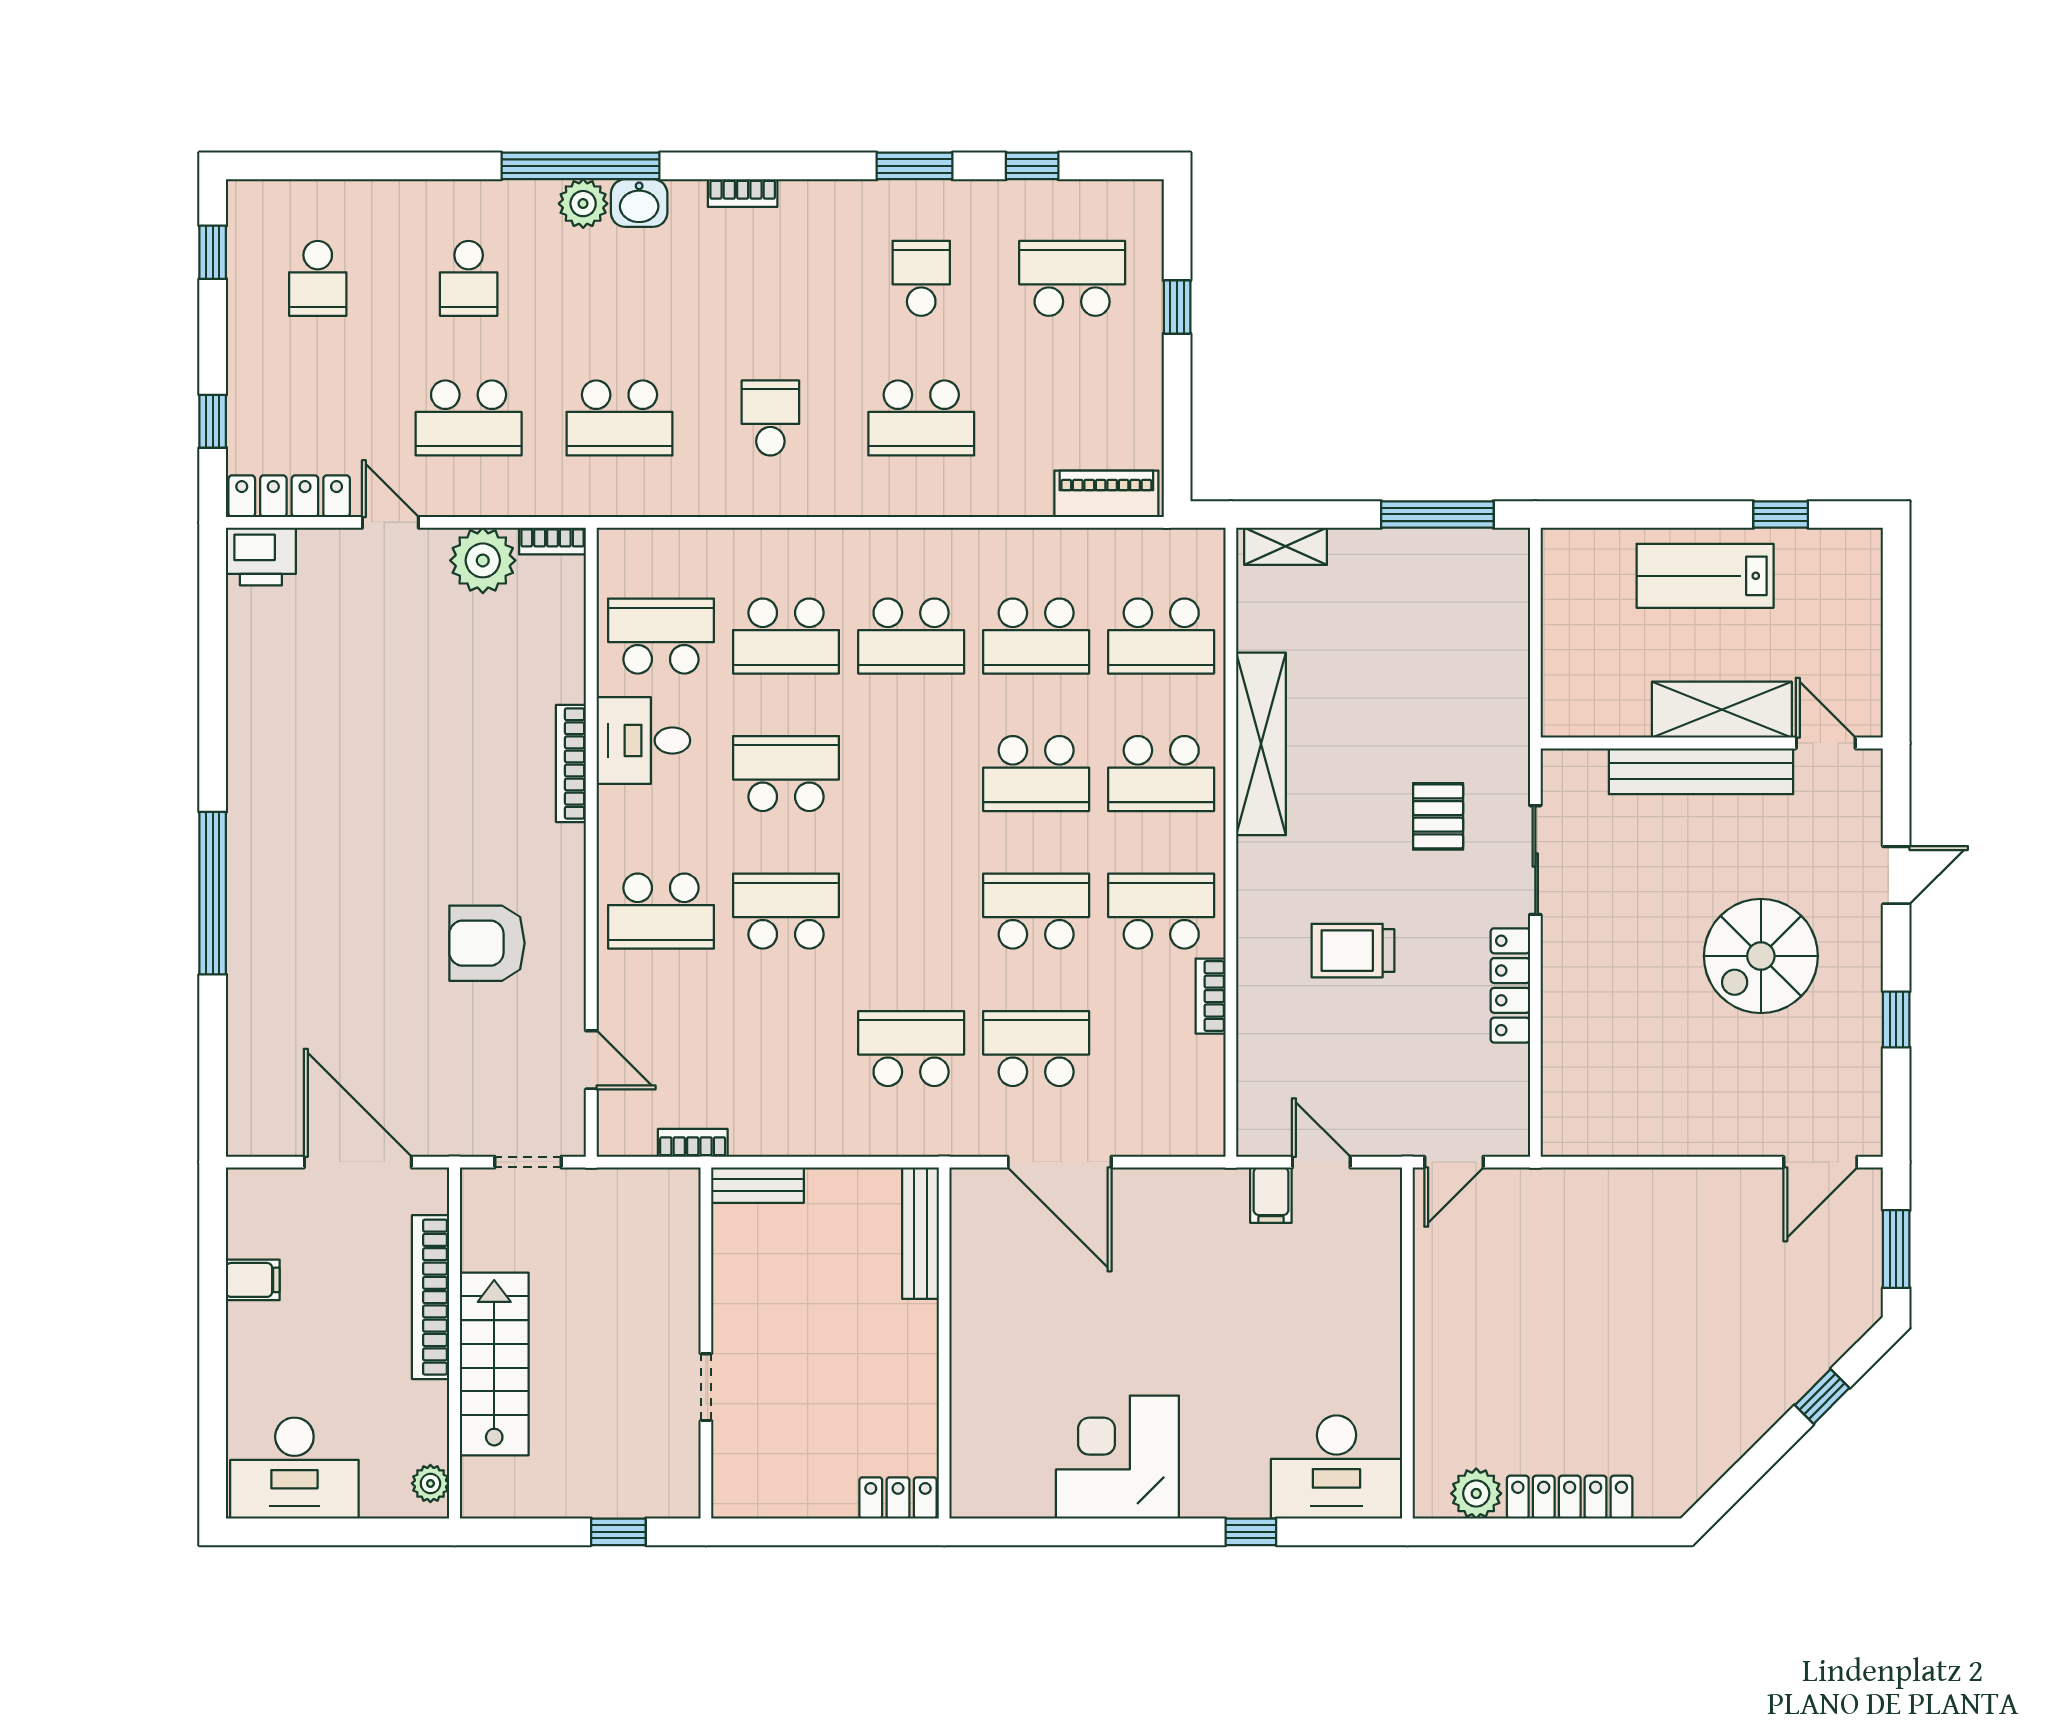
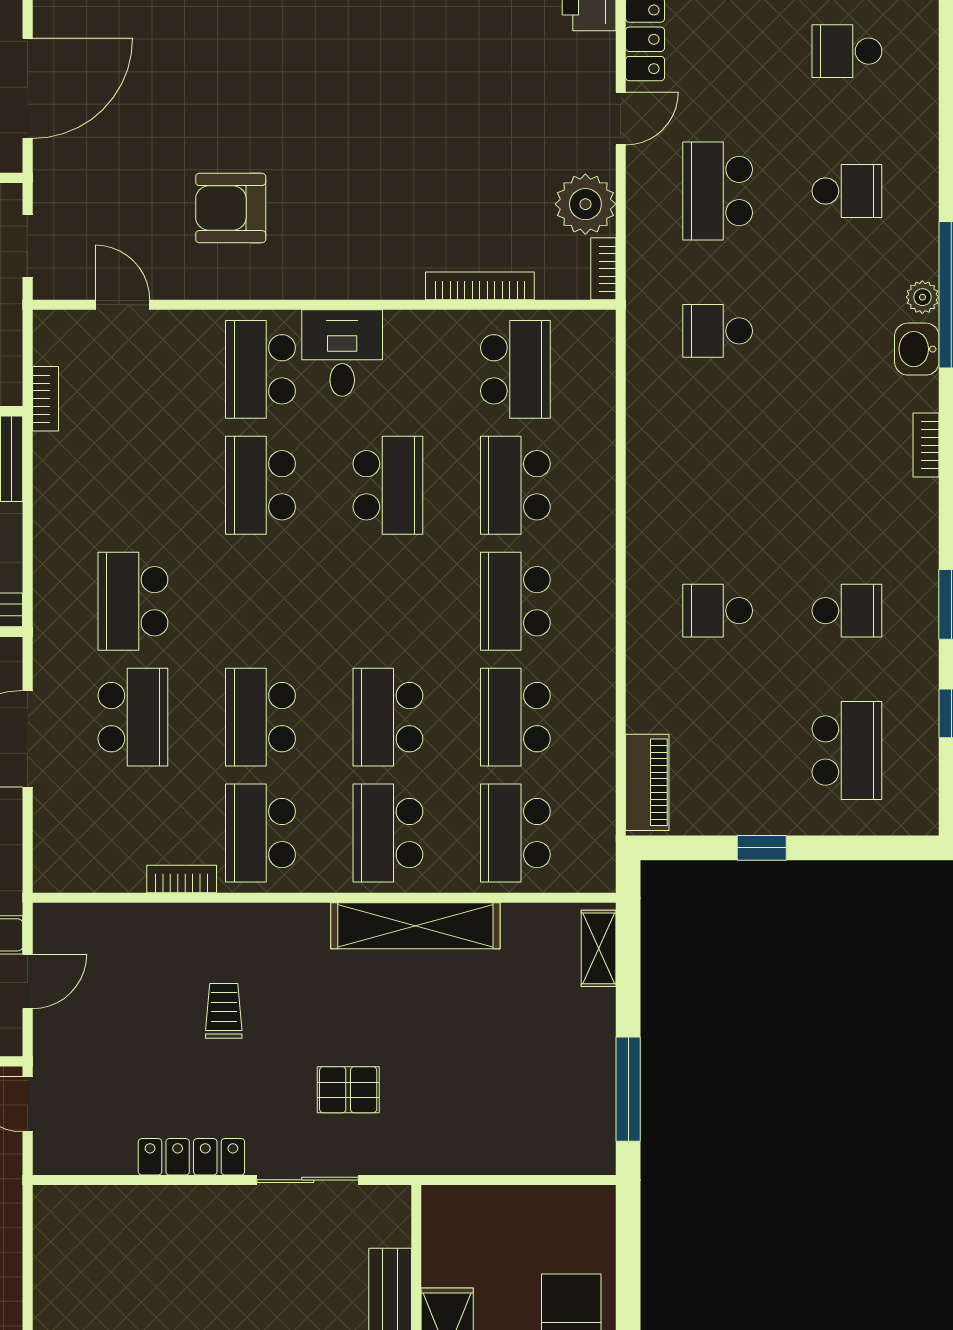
plant: (583, 204) -> (922, 297), width x0.73, depth x0.73
school desk: (469, 278) -> (847, 191), turned 180
window: (1177, 307) -> (762, 848), moved
school desk: (619, 418) -> (718, 331), width x0.54
school desk: (770, 418) -> (718, 471), removed
school desk: (921, 418) -> (718, 611), width x0.54
desk: (643, 741) -> (342, 353), moved
bookcase: (571, 763) -> (480, 286), moved
school desk: (786, 911) -> (260, 485), turned 180
school desk: (1036, 911) -> (260, 717), turned 180
school desk: (1161, 911) -> (260, 833), turned 180
armchair: (487, 943) -> (231, 208), turned -90
trolley: (1353, 951) -> (224, 1011), width x0.73, depth x0.72
school desk: (911, 1049) -> (133, 601), turned 180
door: (591, 1060) -> (122, 305), swing flipped

